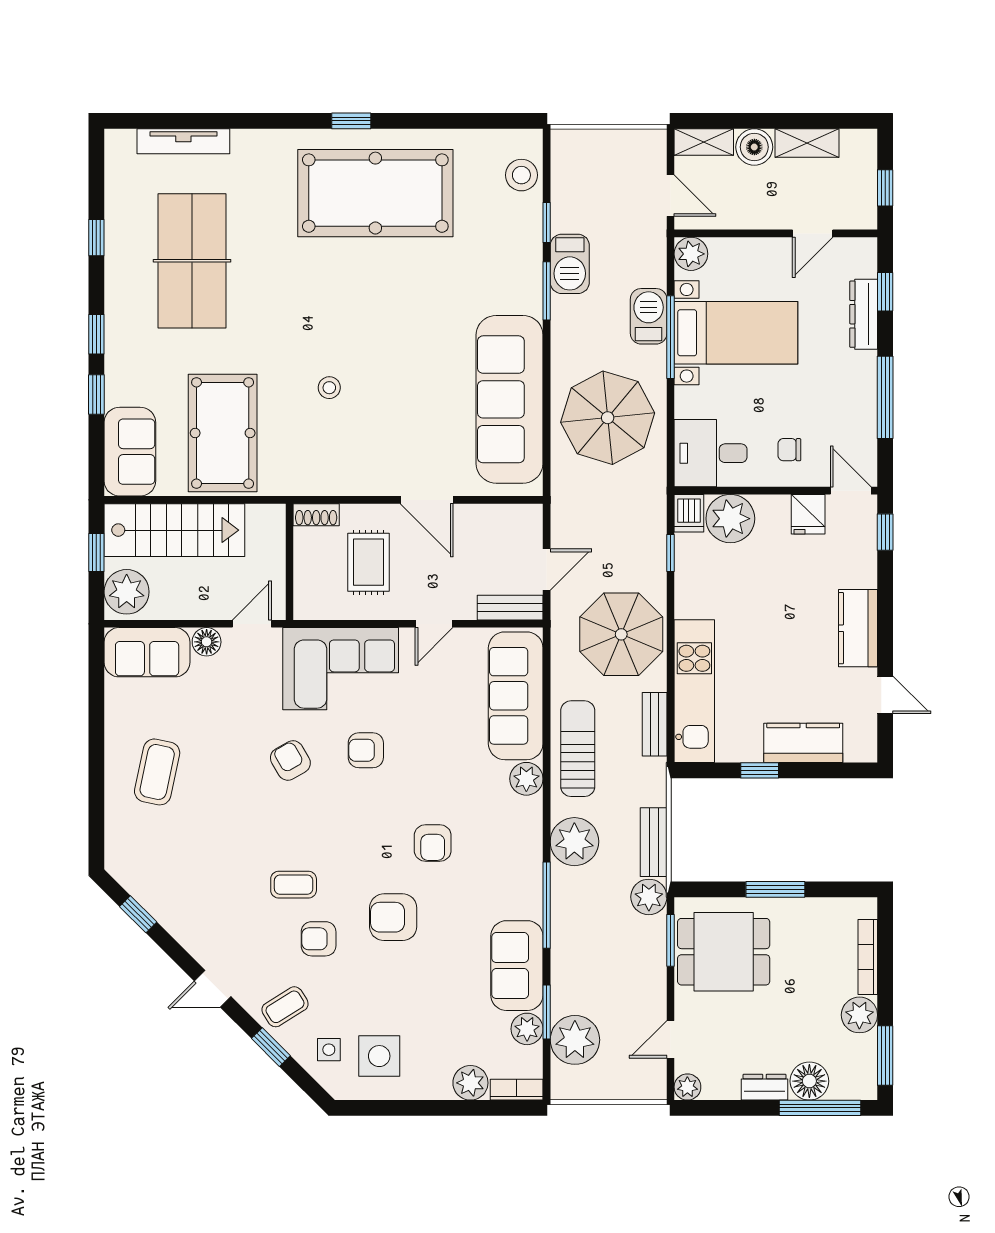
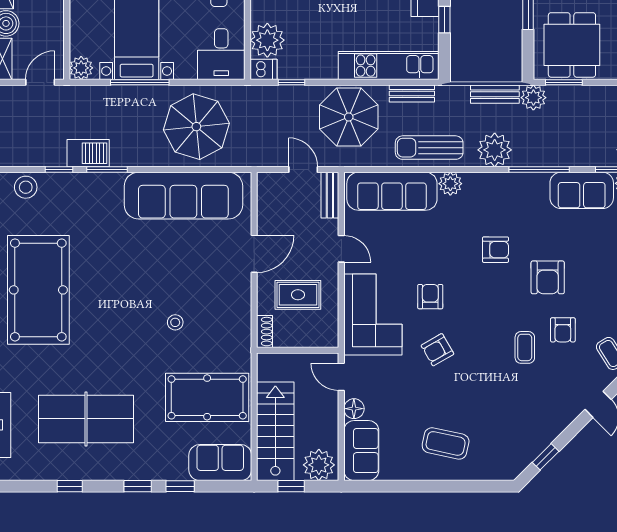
barbecue: (649, 316) -> (125, 98), removed
armchair: (366, 750) -> (430, 297), turned 180

